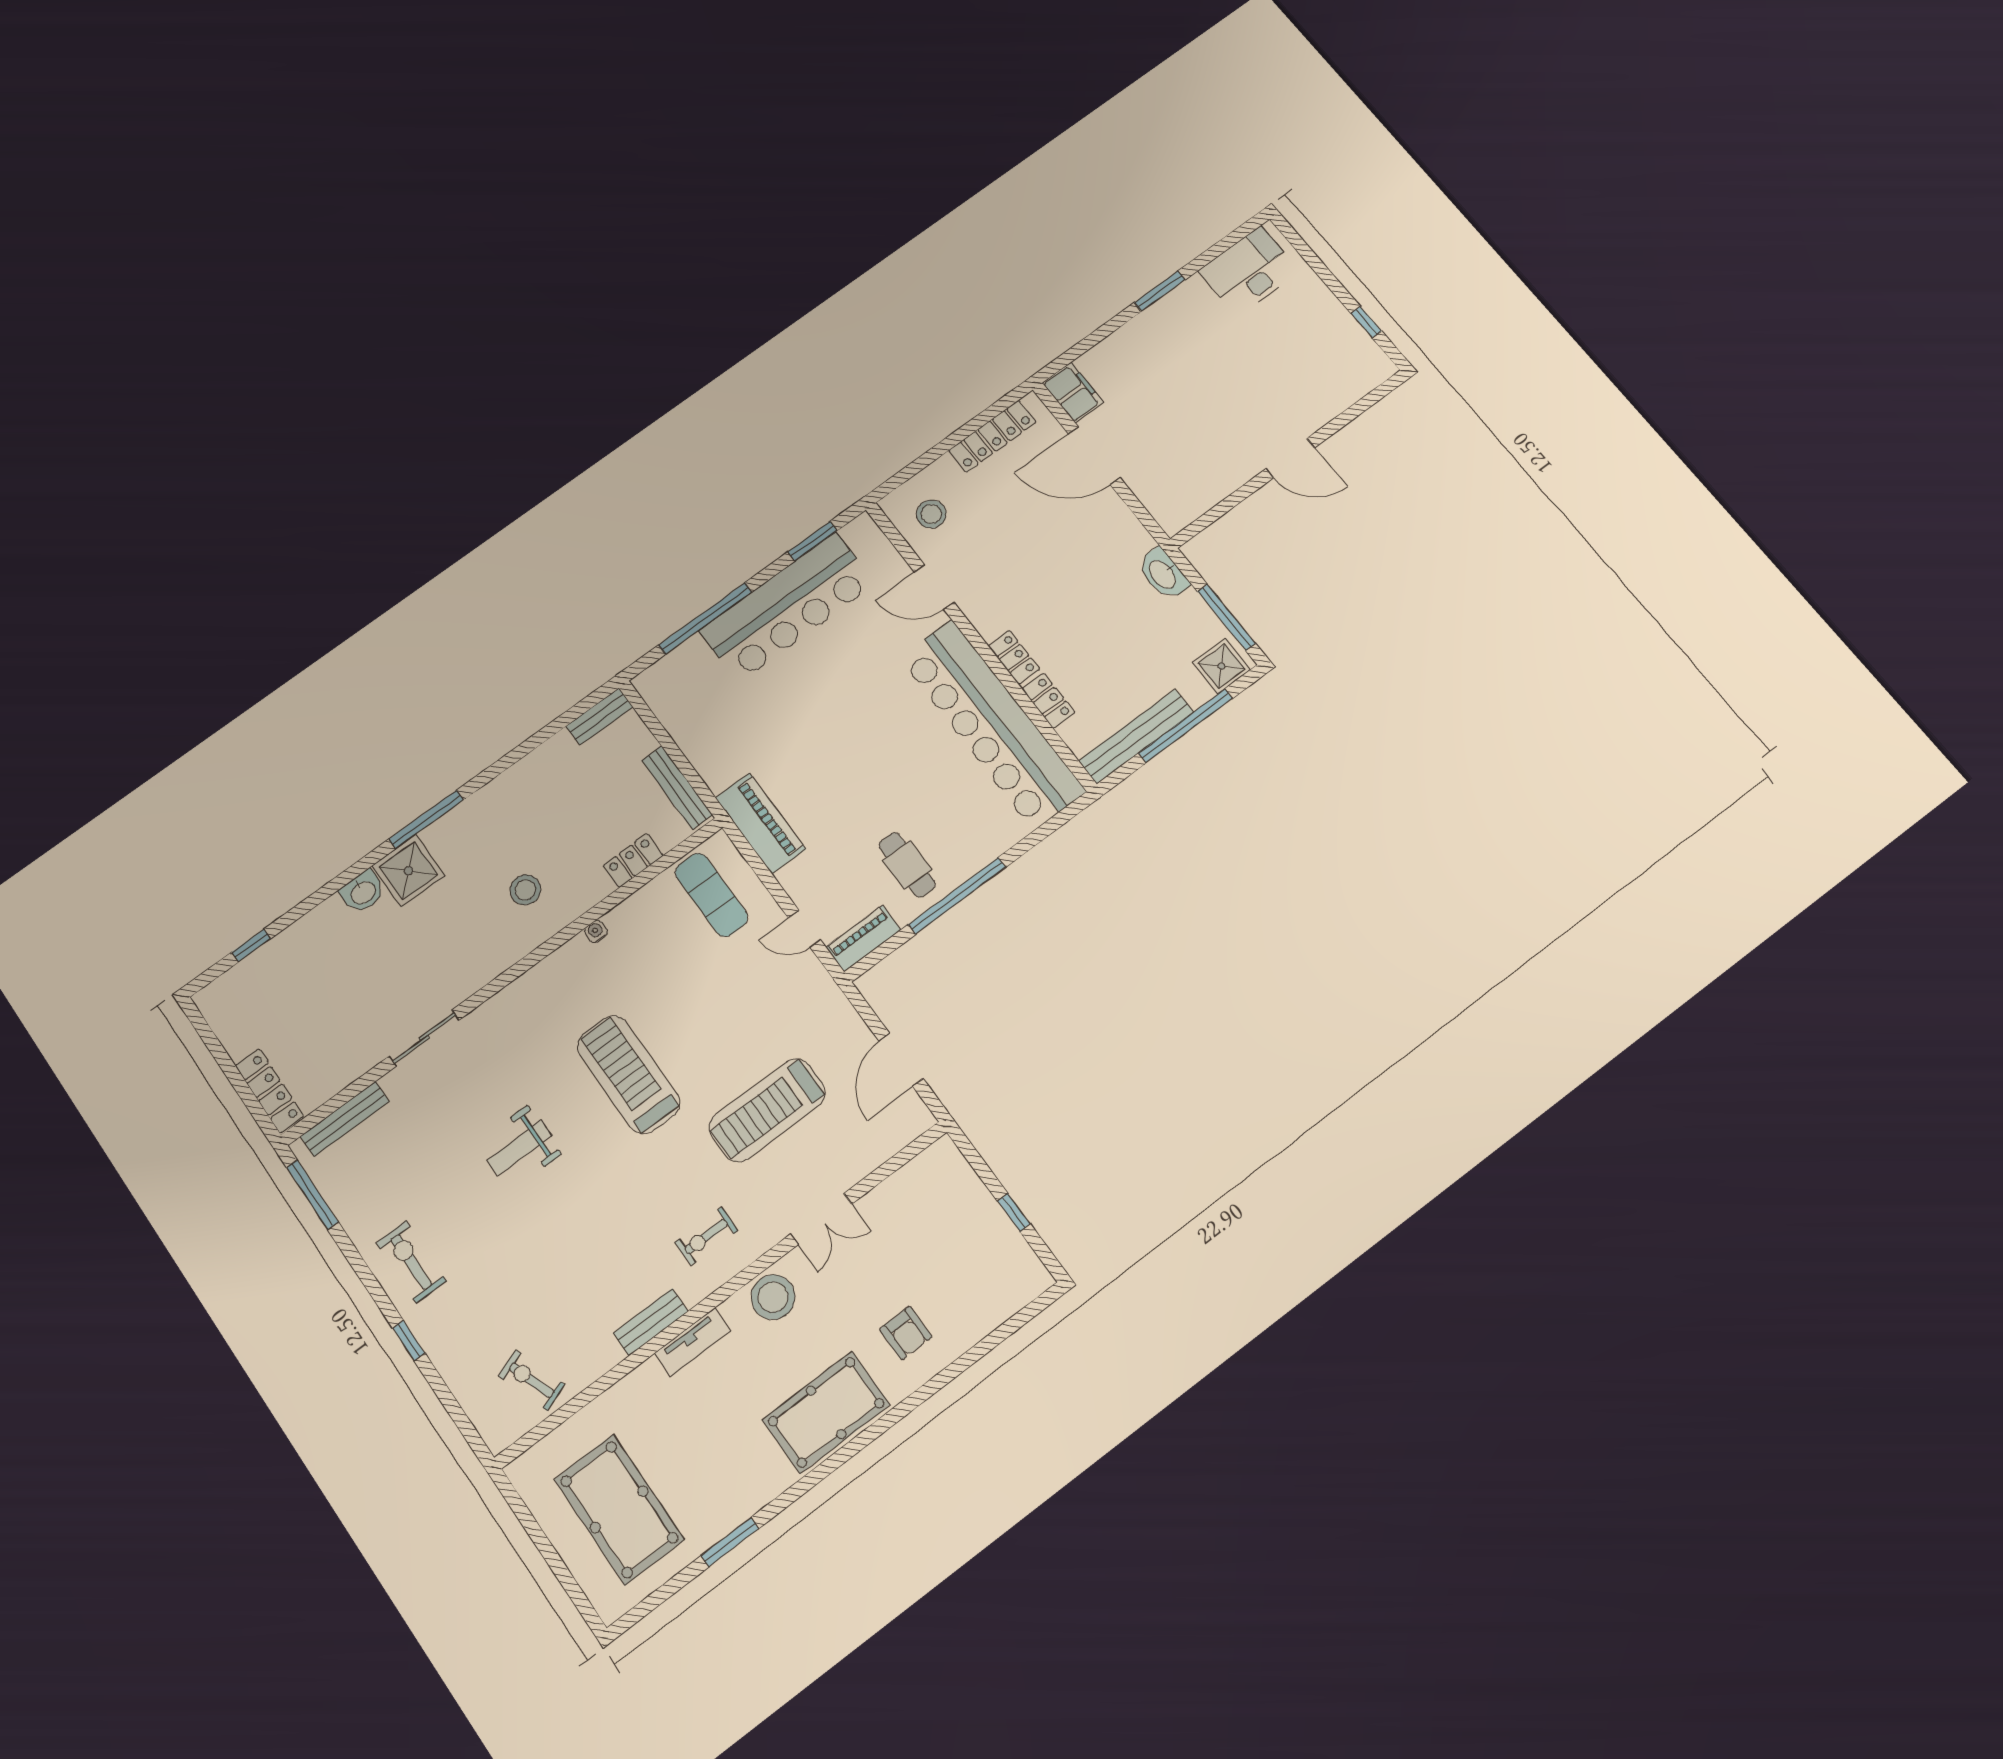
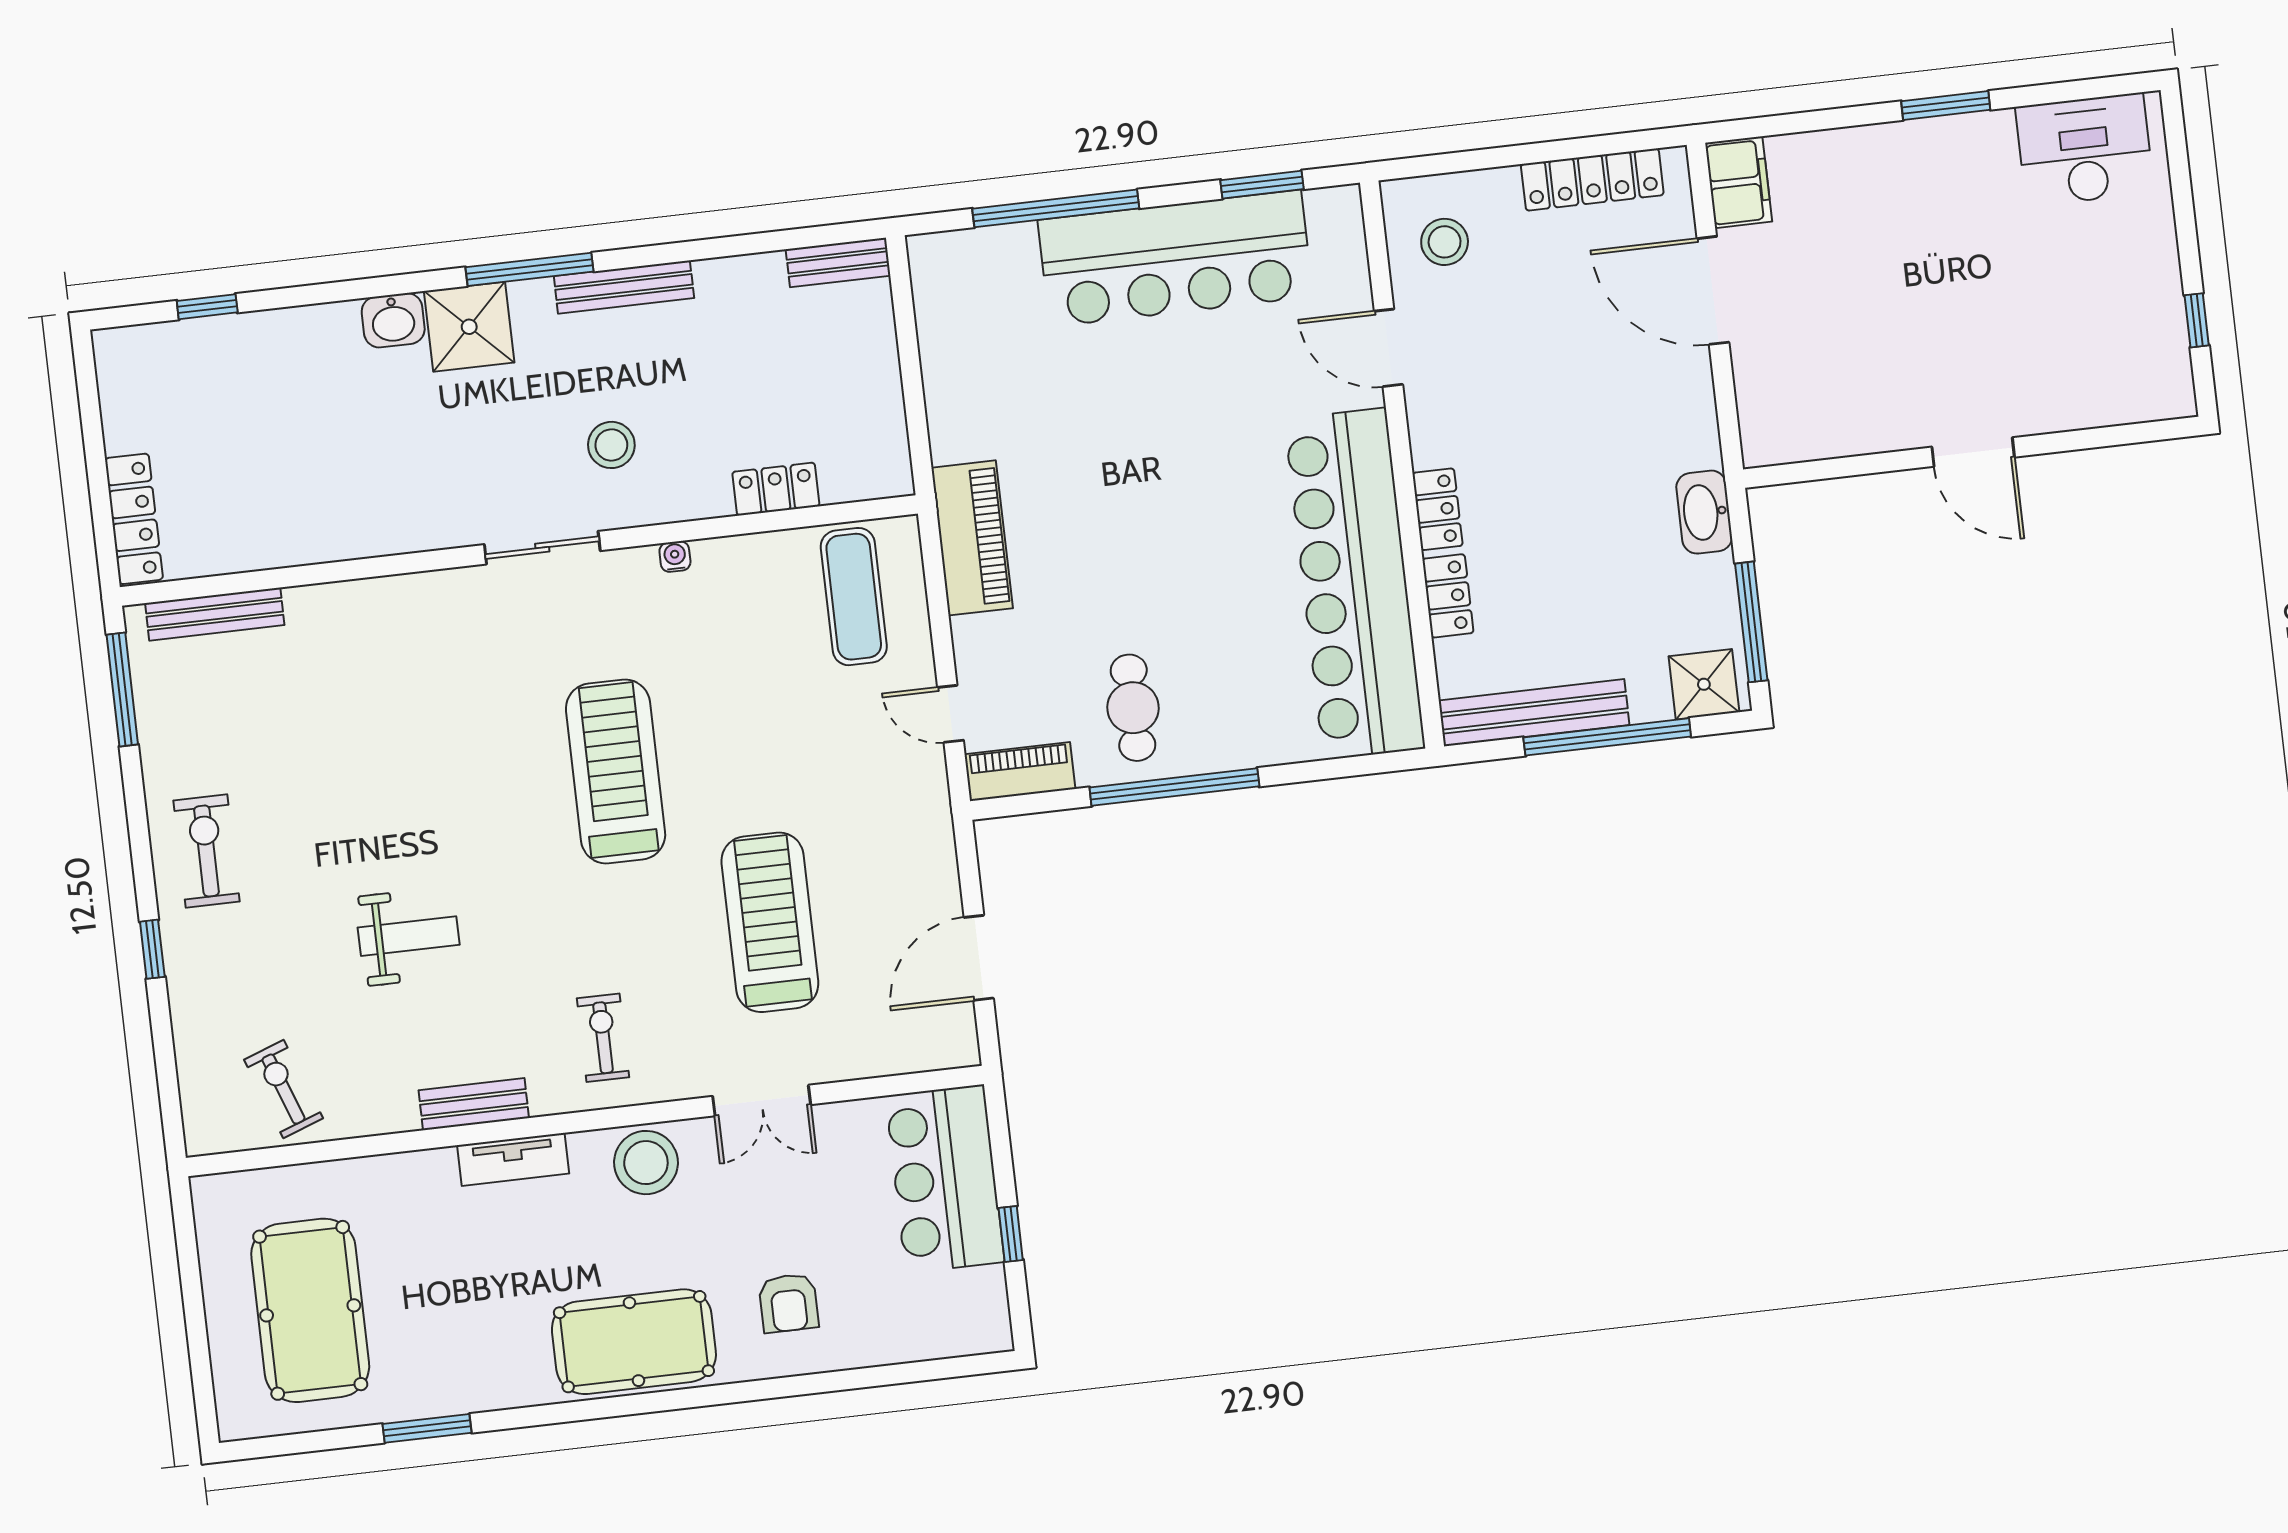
bench: (677, 788) -> (624, 287), moved, turned 90
sliding door: (424, 1038) -> (542, 548), moved
treadmill: (767, 1110) -> (770, 922), turned 90
weight bench: (519, 1148) -> (409, 936), moved, turned 180
bar counter: (956, 1202) -> (945, 1179), added
exercise bike: (706, 1236) -> (603, 1038), turned 90

